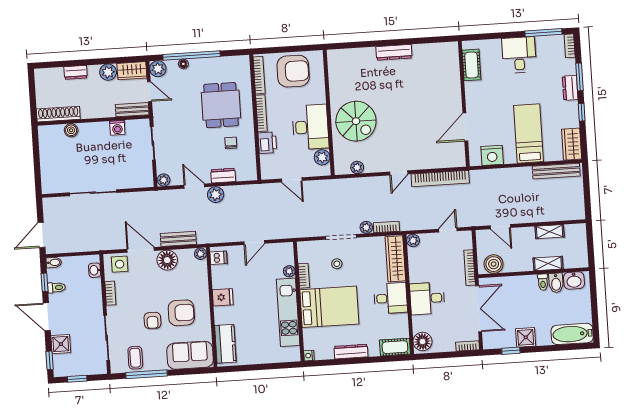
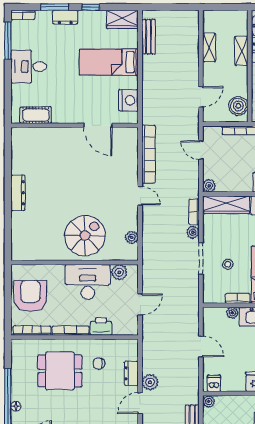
bench: (556, 171) -> (149, 37), width x0.73

